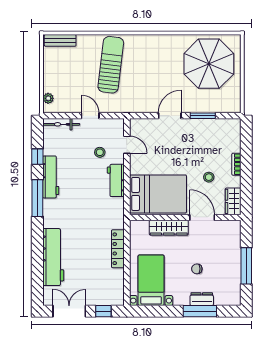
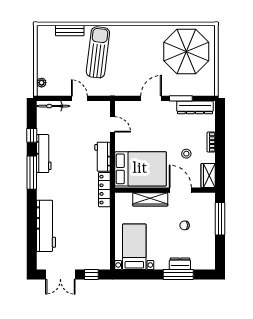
bench: (60, 40) -> (70, 30), moved
dresser: (218, 126) -> (195, 107), added
stool: (100, 152) -> (88, 131), removed
locker: (118, 249) -> (104, 190), moved
window: (246, 266) -> (220, 219), moved
chair: (197, 269) -> (185, 225), moved
double door: (69, 311) -> (60, 274), swing flipped

